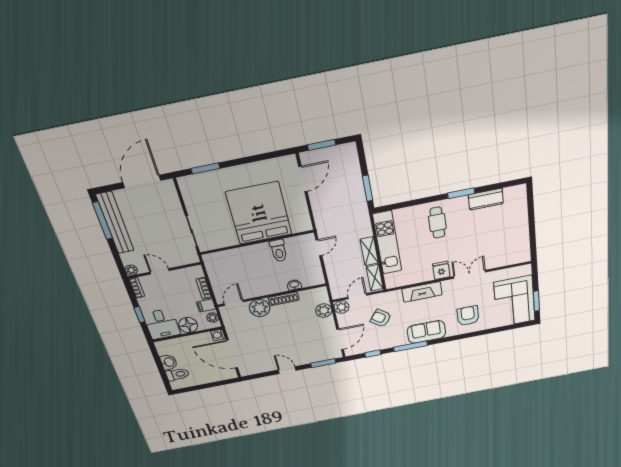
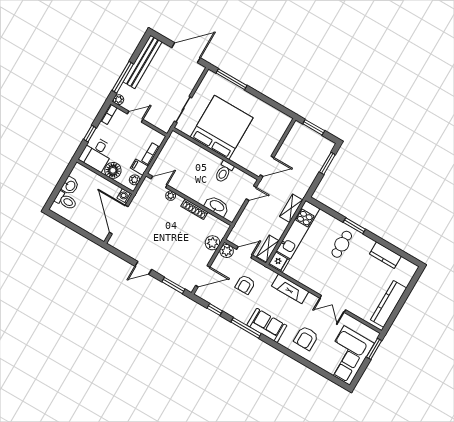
window: (205, 169) -> (231, 79), width x1.44
door: (303, 179) -> (267, 166), moved
window: (368, 188) -> (327, 163), moved
window: (461, 193) -> (354, 226), moved
bed: (259, 213) -> (222, 127), moved
window: (102, 221) -> (123, 77), moved
kitchen counter: (521, 236) -> (389, 304), added
shelving: (369, 251) -> (291, 208), moved
fridge: (441, 270) -> (279, 262), moved, turned 90
door: (160, 271) -> (135, 117), hinge flipped
double door: (469, 274) -> (333, 304), swing flipped
washbasin: (294, 285) -> (217, 206), width x1.91, depth x1.45
window: (536, 301) -> (374, 349), moved
plant: (260, 308) -> (171, 196), width x0.53, depth x0.53
armchair: (468, 316) -> (306, 338), turned 180
armchair: (381, 318) -> (245, 285), turned -127
door: (287, 370) -> (143, 268), swing flipped

